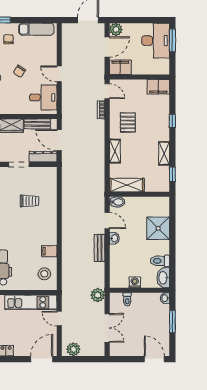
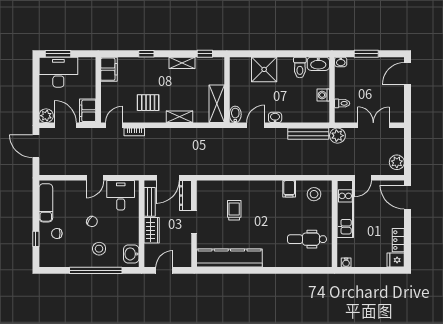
bench: (100, 248) -> (308, 134), moved, width x1.36

